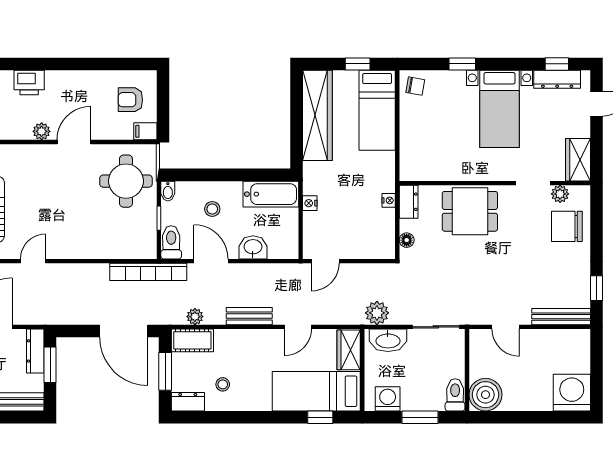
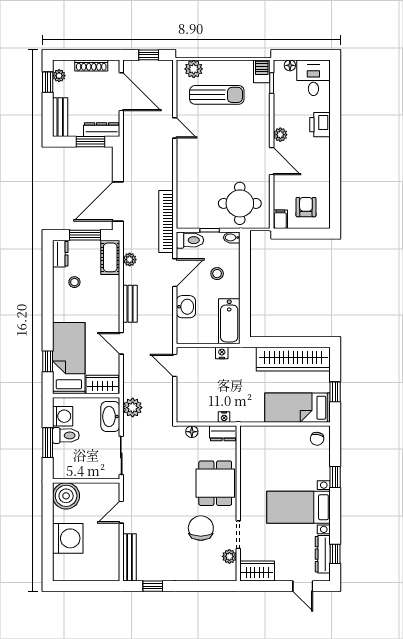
chair: (567, 226) -> (201, 528), moved
washing machine: (572, 393) -> (68, 538), moved
toilet: (455, 395) -> (66, 435), moved

